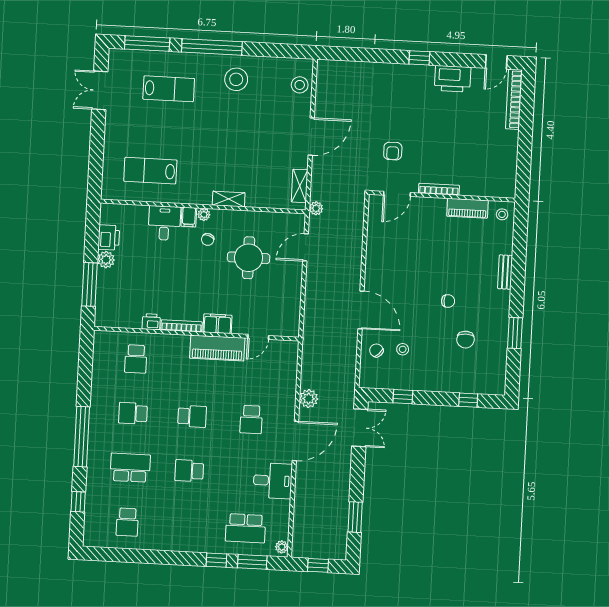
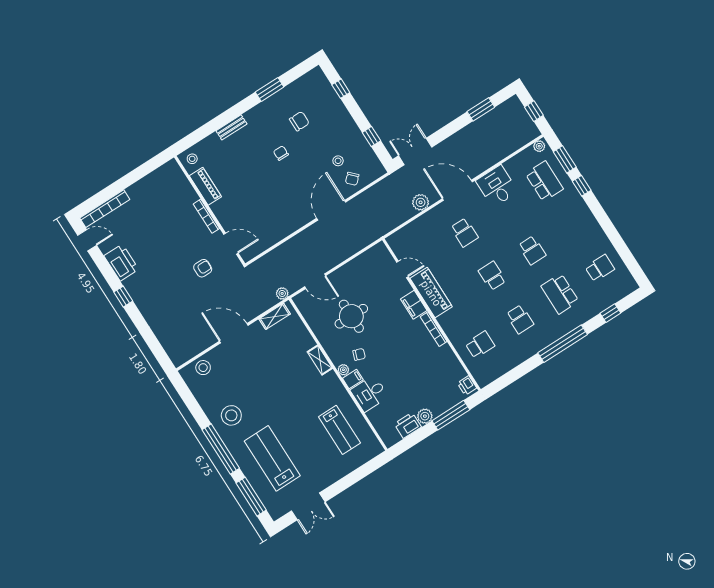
lab bench: (169, 89) -> (272, 458), width x1.36, depth x1.39
printer: (151, 322) -> (467, 386), moved
school desk: (251, 419) -> (464, 232), turned 90

